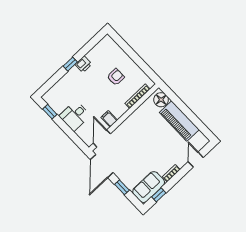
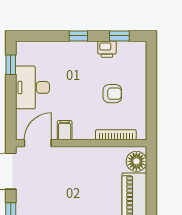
window: (91, 44) -> (119, 36), added
printer: (83, 64) -> (107, 49), moved
desk: (75, 116) -> (32, 87), width x1.37

